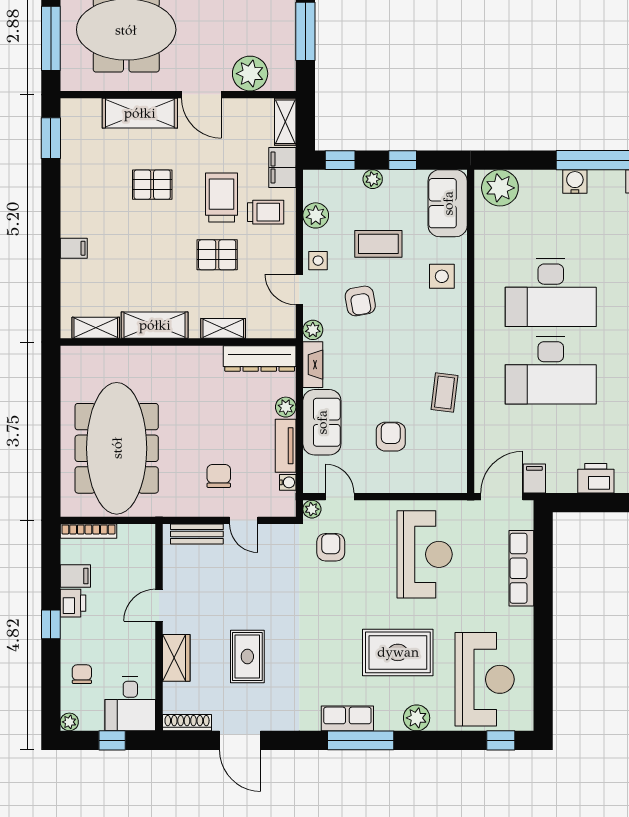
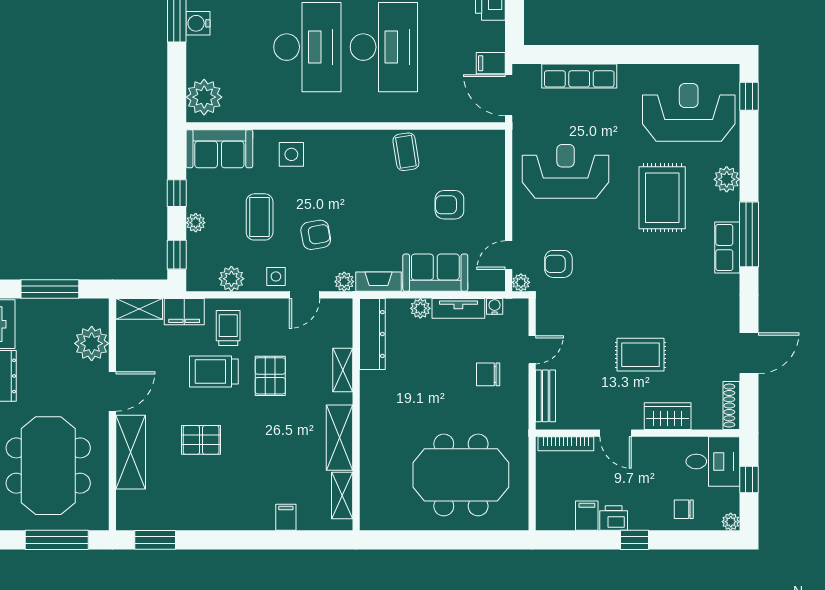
pallet: (152, 185) -> (201, 440), turned 90
filing cabinet: (74, 248) -> (286, 517), moved
coffee table: (445, 392) -> (406, 152), turned 74
meeting table: (117, 448) -> (461, 475), width x0.73
bookcase: (88, 531) -> (566, 444), moved, turned 90
rug: (247, 657) -> (640, 355), moved

